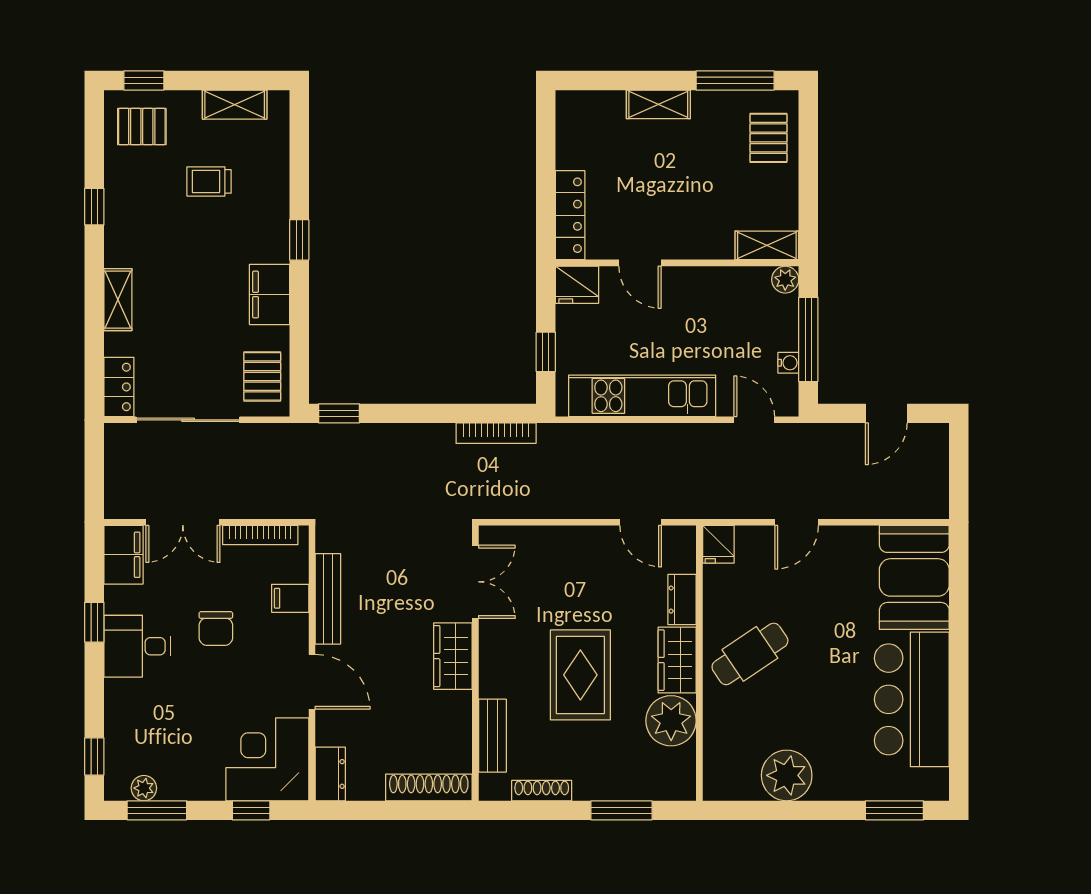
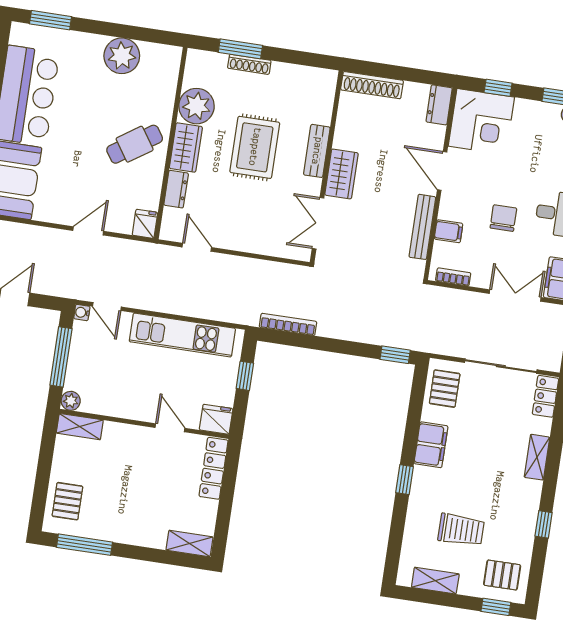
shelving: (658, 104) -> (189, 544), moved
trolley: (209, 181) -> (461, 530), width x1.36, depth x1.39
water cooler: (788, 363) -> (82, 312), moved
bookcase: (260, 535) -> (453, 277), width x0.64
bench: (492, 736) -> (317, 151), moved
shoe rack: (542, 791) -> (249, 64), moved

